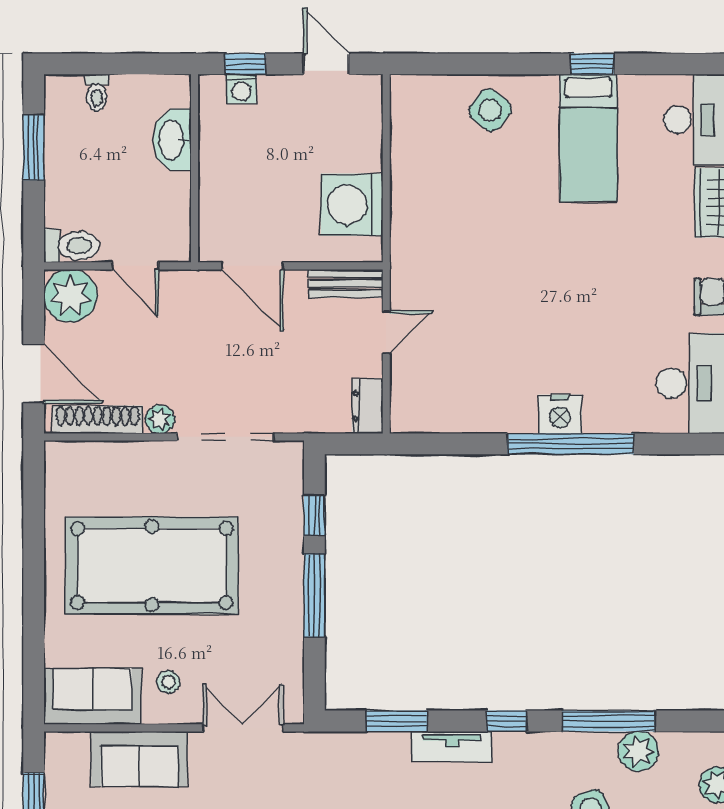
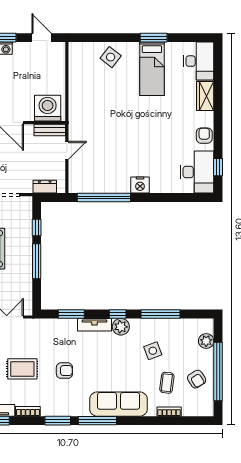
window: (592, 64) -> (154, 38), width x1.50
washing machine: (352, 205) -> (48, 108), moved, turned 90
dresser: (367, 406) -> (45, 187), moved, turned 90
window: (571, 444) -> (104, 197), moved
plant: (638, 751) -> (121, 327), moved

